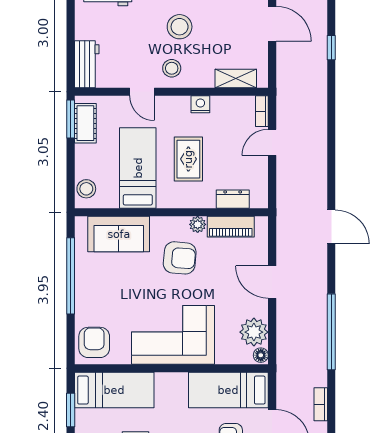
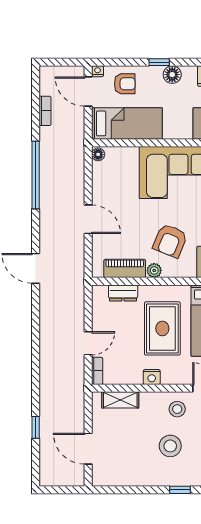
rug: (188, 159) -> (162, 328), width x1.36, depth x1.43
armchair: (180, 258) -> (170, 241), turned -73
plant: (254, 332) -> (104, 175), removed

